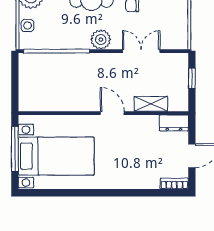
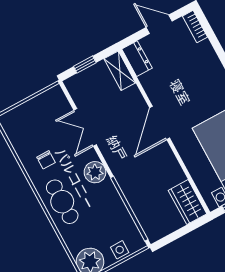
wardrobe: (36, 101) -> (187, 202), added
shelving: (151, 104) -> (120, 71), moved
door: (112, 113) -> (160, 123), width x1.37

